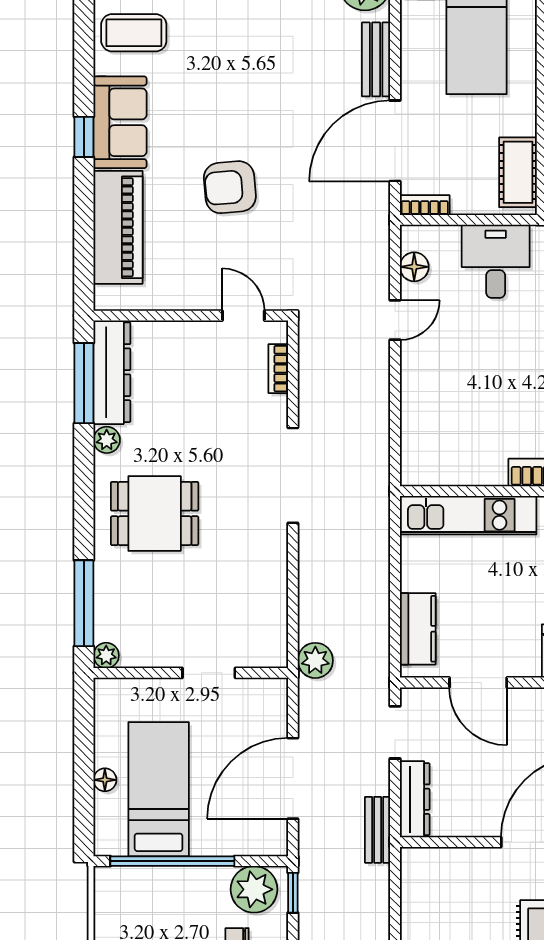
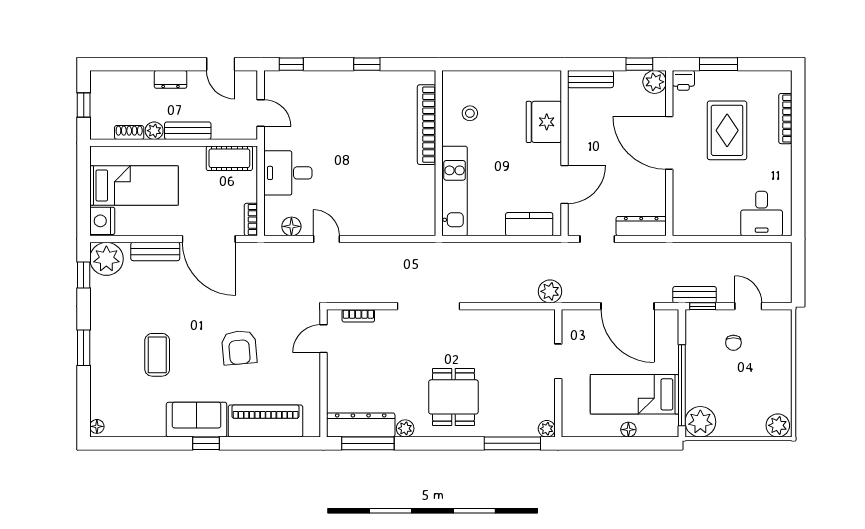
coffee table: (134, 33) -> (157, 355), moved
bench: (378, 830) -> (695, 295), moved
plant: (254, 889) -> (700, 422), moved

